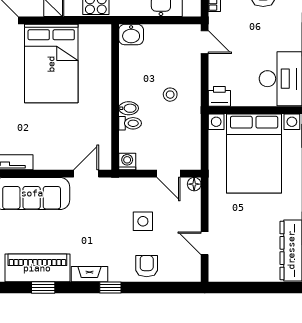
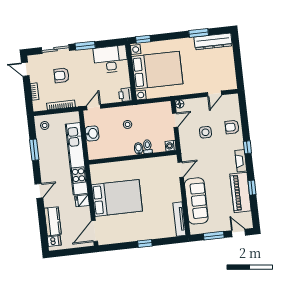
washbasin: (131, 35) -> (92, 133), moved
door: (86, 174) -> (181, 170), swing flipped

